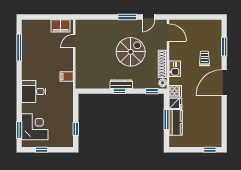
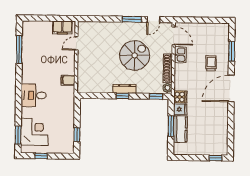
kitchen sink: (175, 69) -> (180, 55), moved

